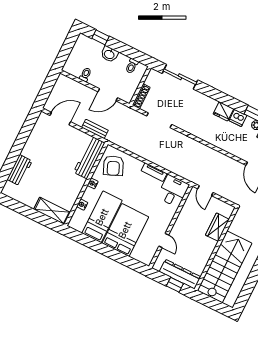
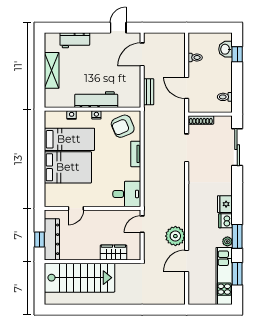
washbasin: (109, 54) -> (225, 49), moved
door: (60, 119) -> (142, 54), swing flipped
door: (27, 128) -> (118, 28), added
workbench: (89, 157) -> (96, 100), moved
plant: (230, 167) -> (175, 236), added
tv unit: (154, 172) -> (136, 154), moved
shelving: (52, 211) -> (52, 70), moved

